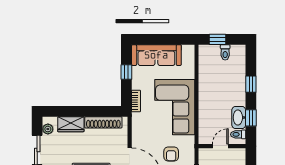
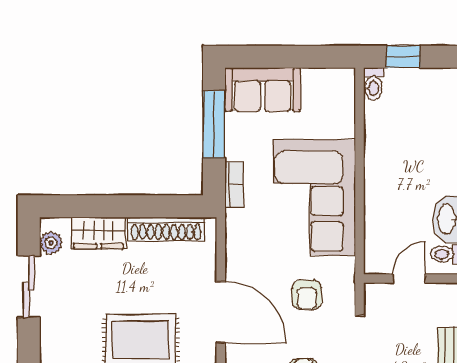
toilet: (225, 52) -> (374, 84), moved
sofa: (156, 55) -> (263, 89), width x0.73
window: (126, 72) -> (214, 125), width x2.17

